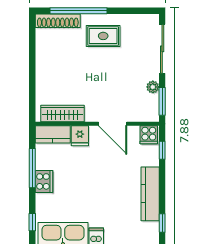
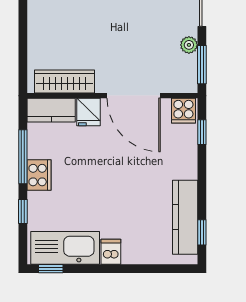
door: (113, 124) -> (134, 96), width x1.36
kitchen counter: (150, 194) -> (185, 217), moved
window: (32, 222) -> (23, 212), moved

